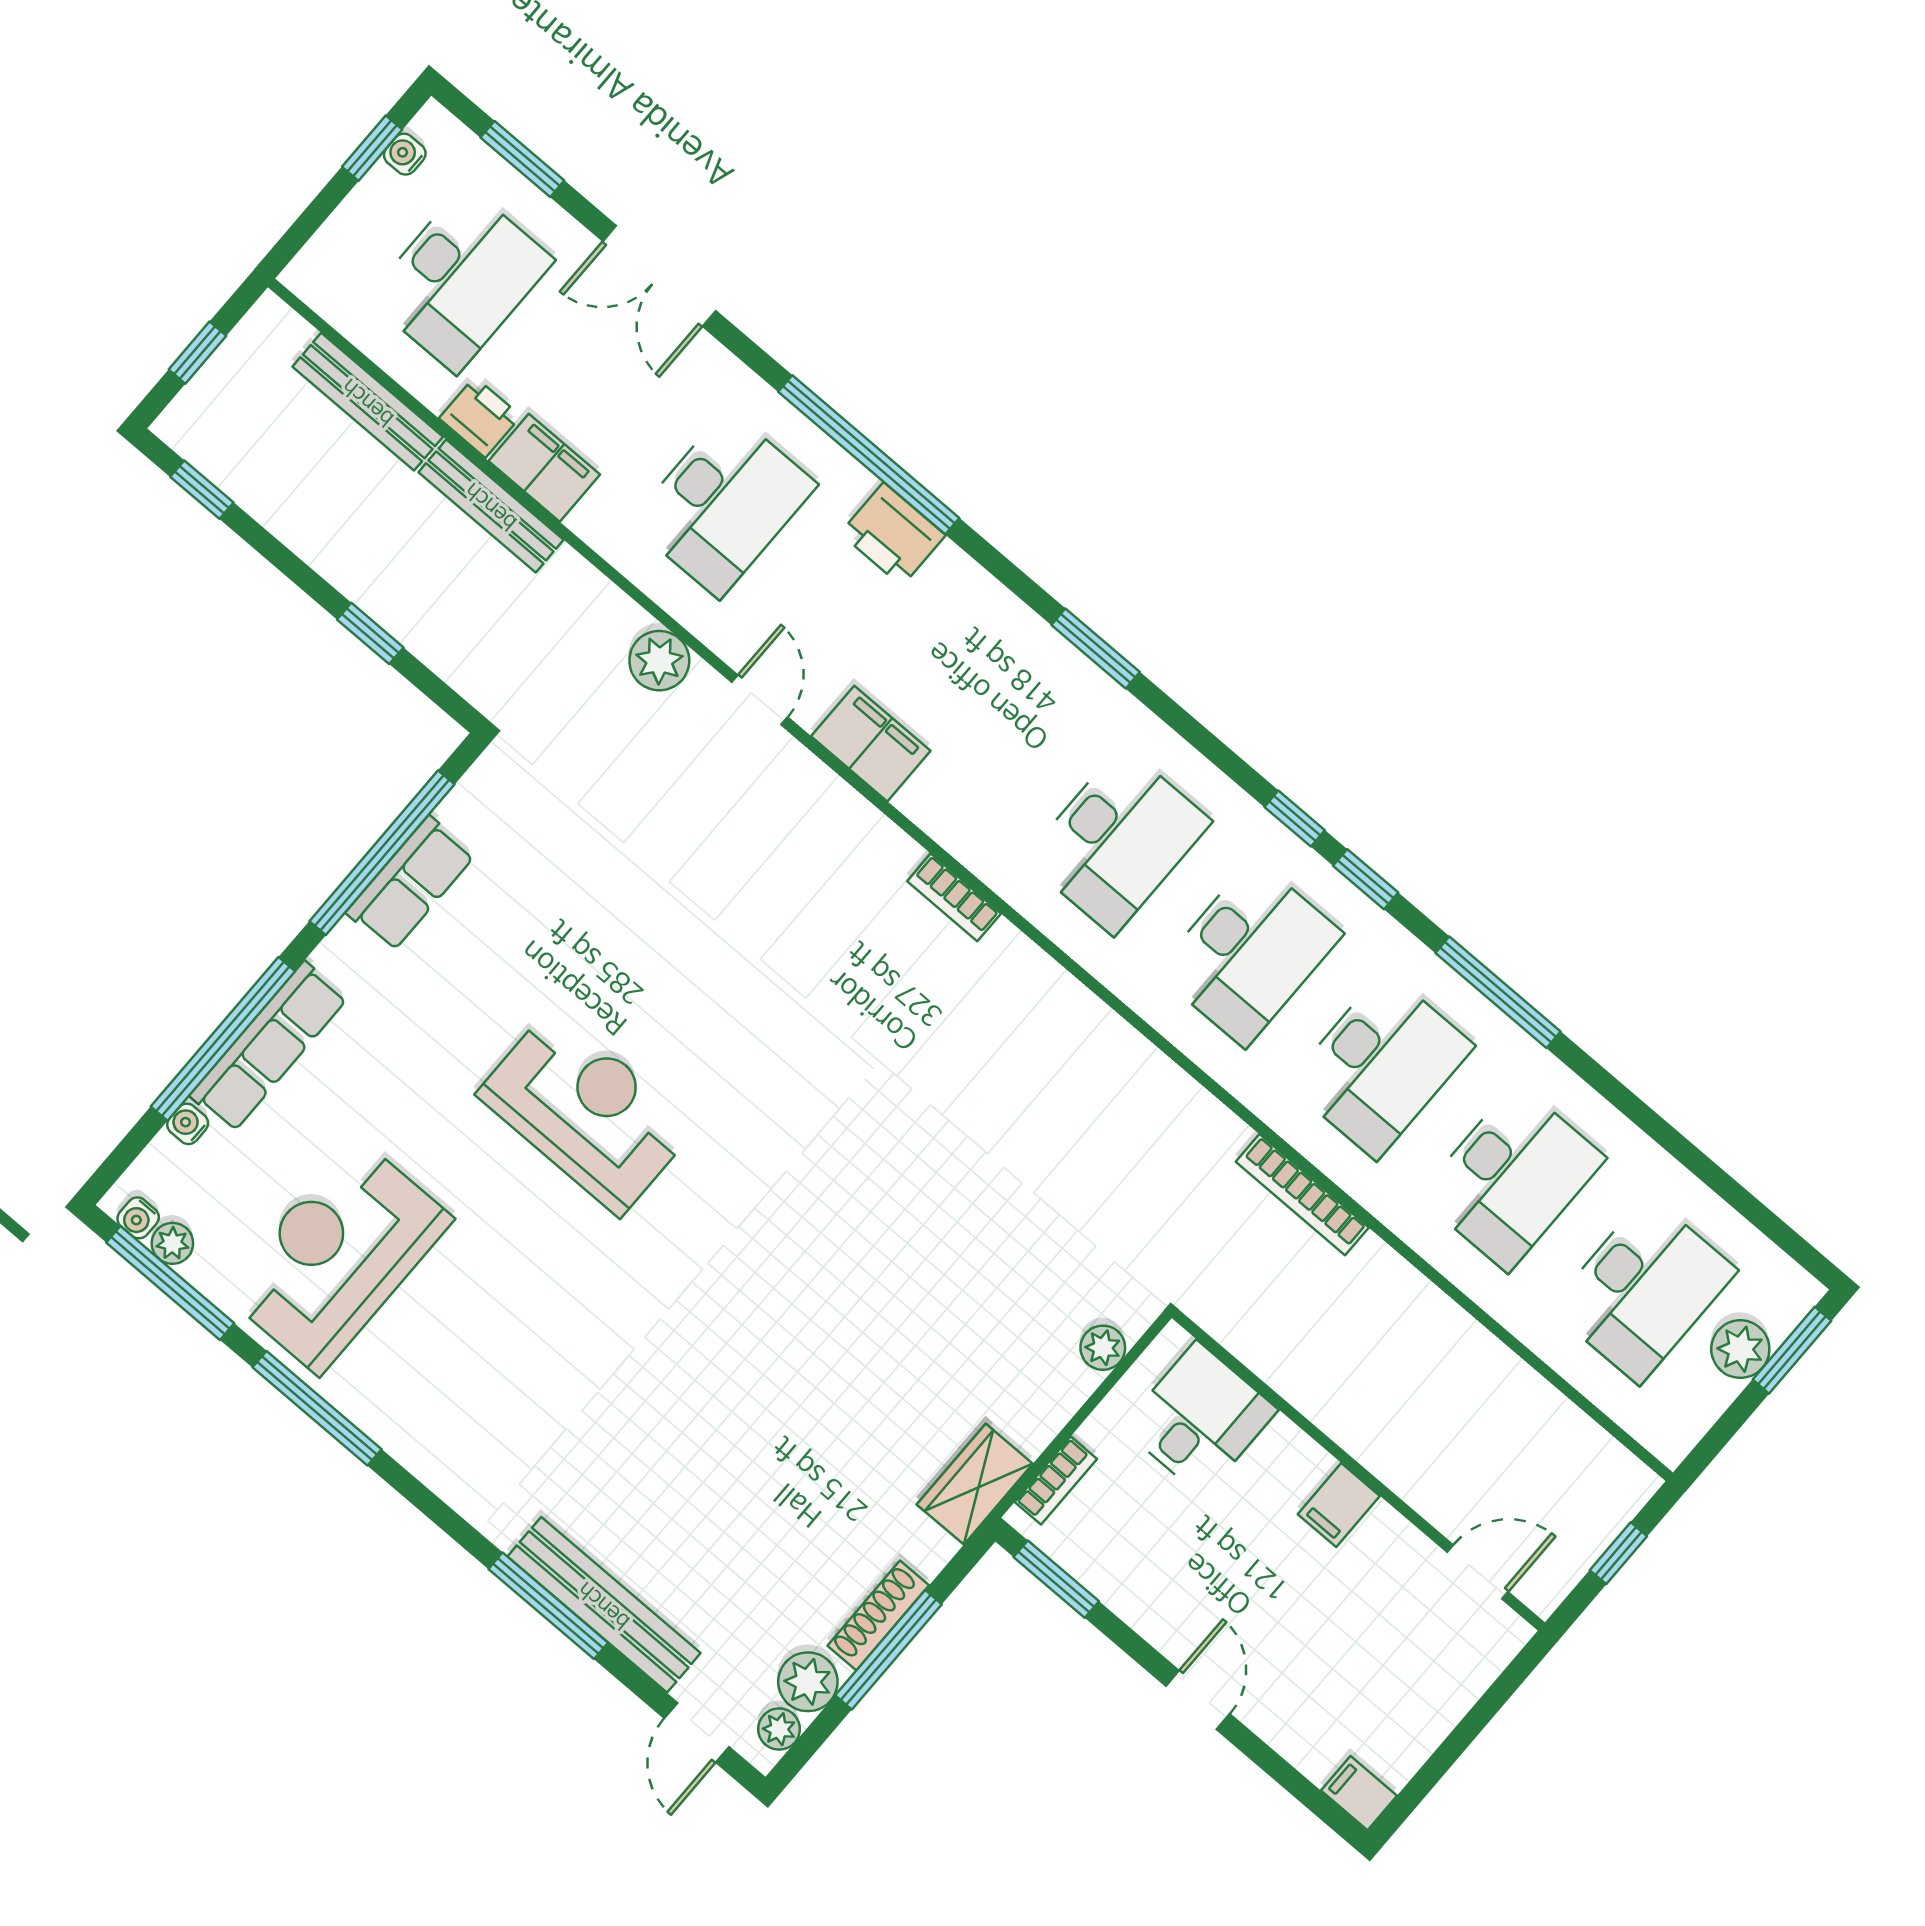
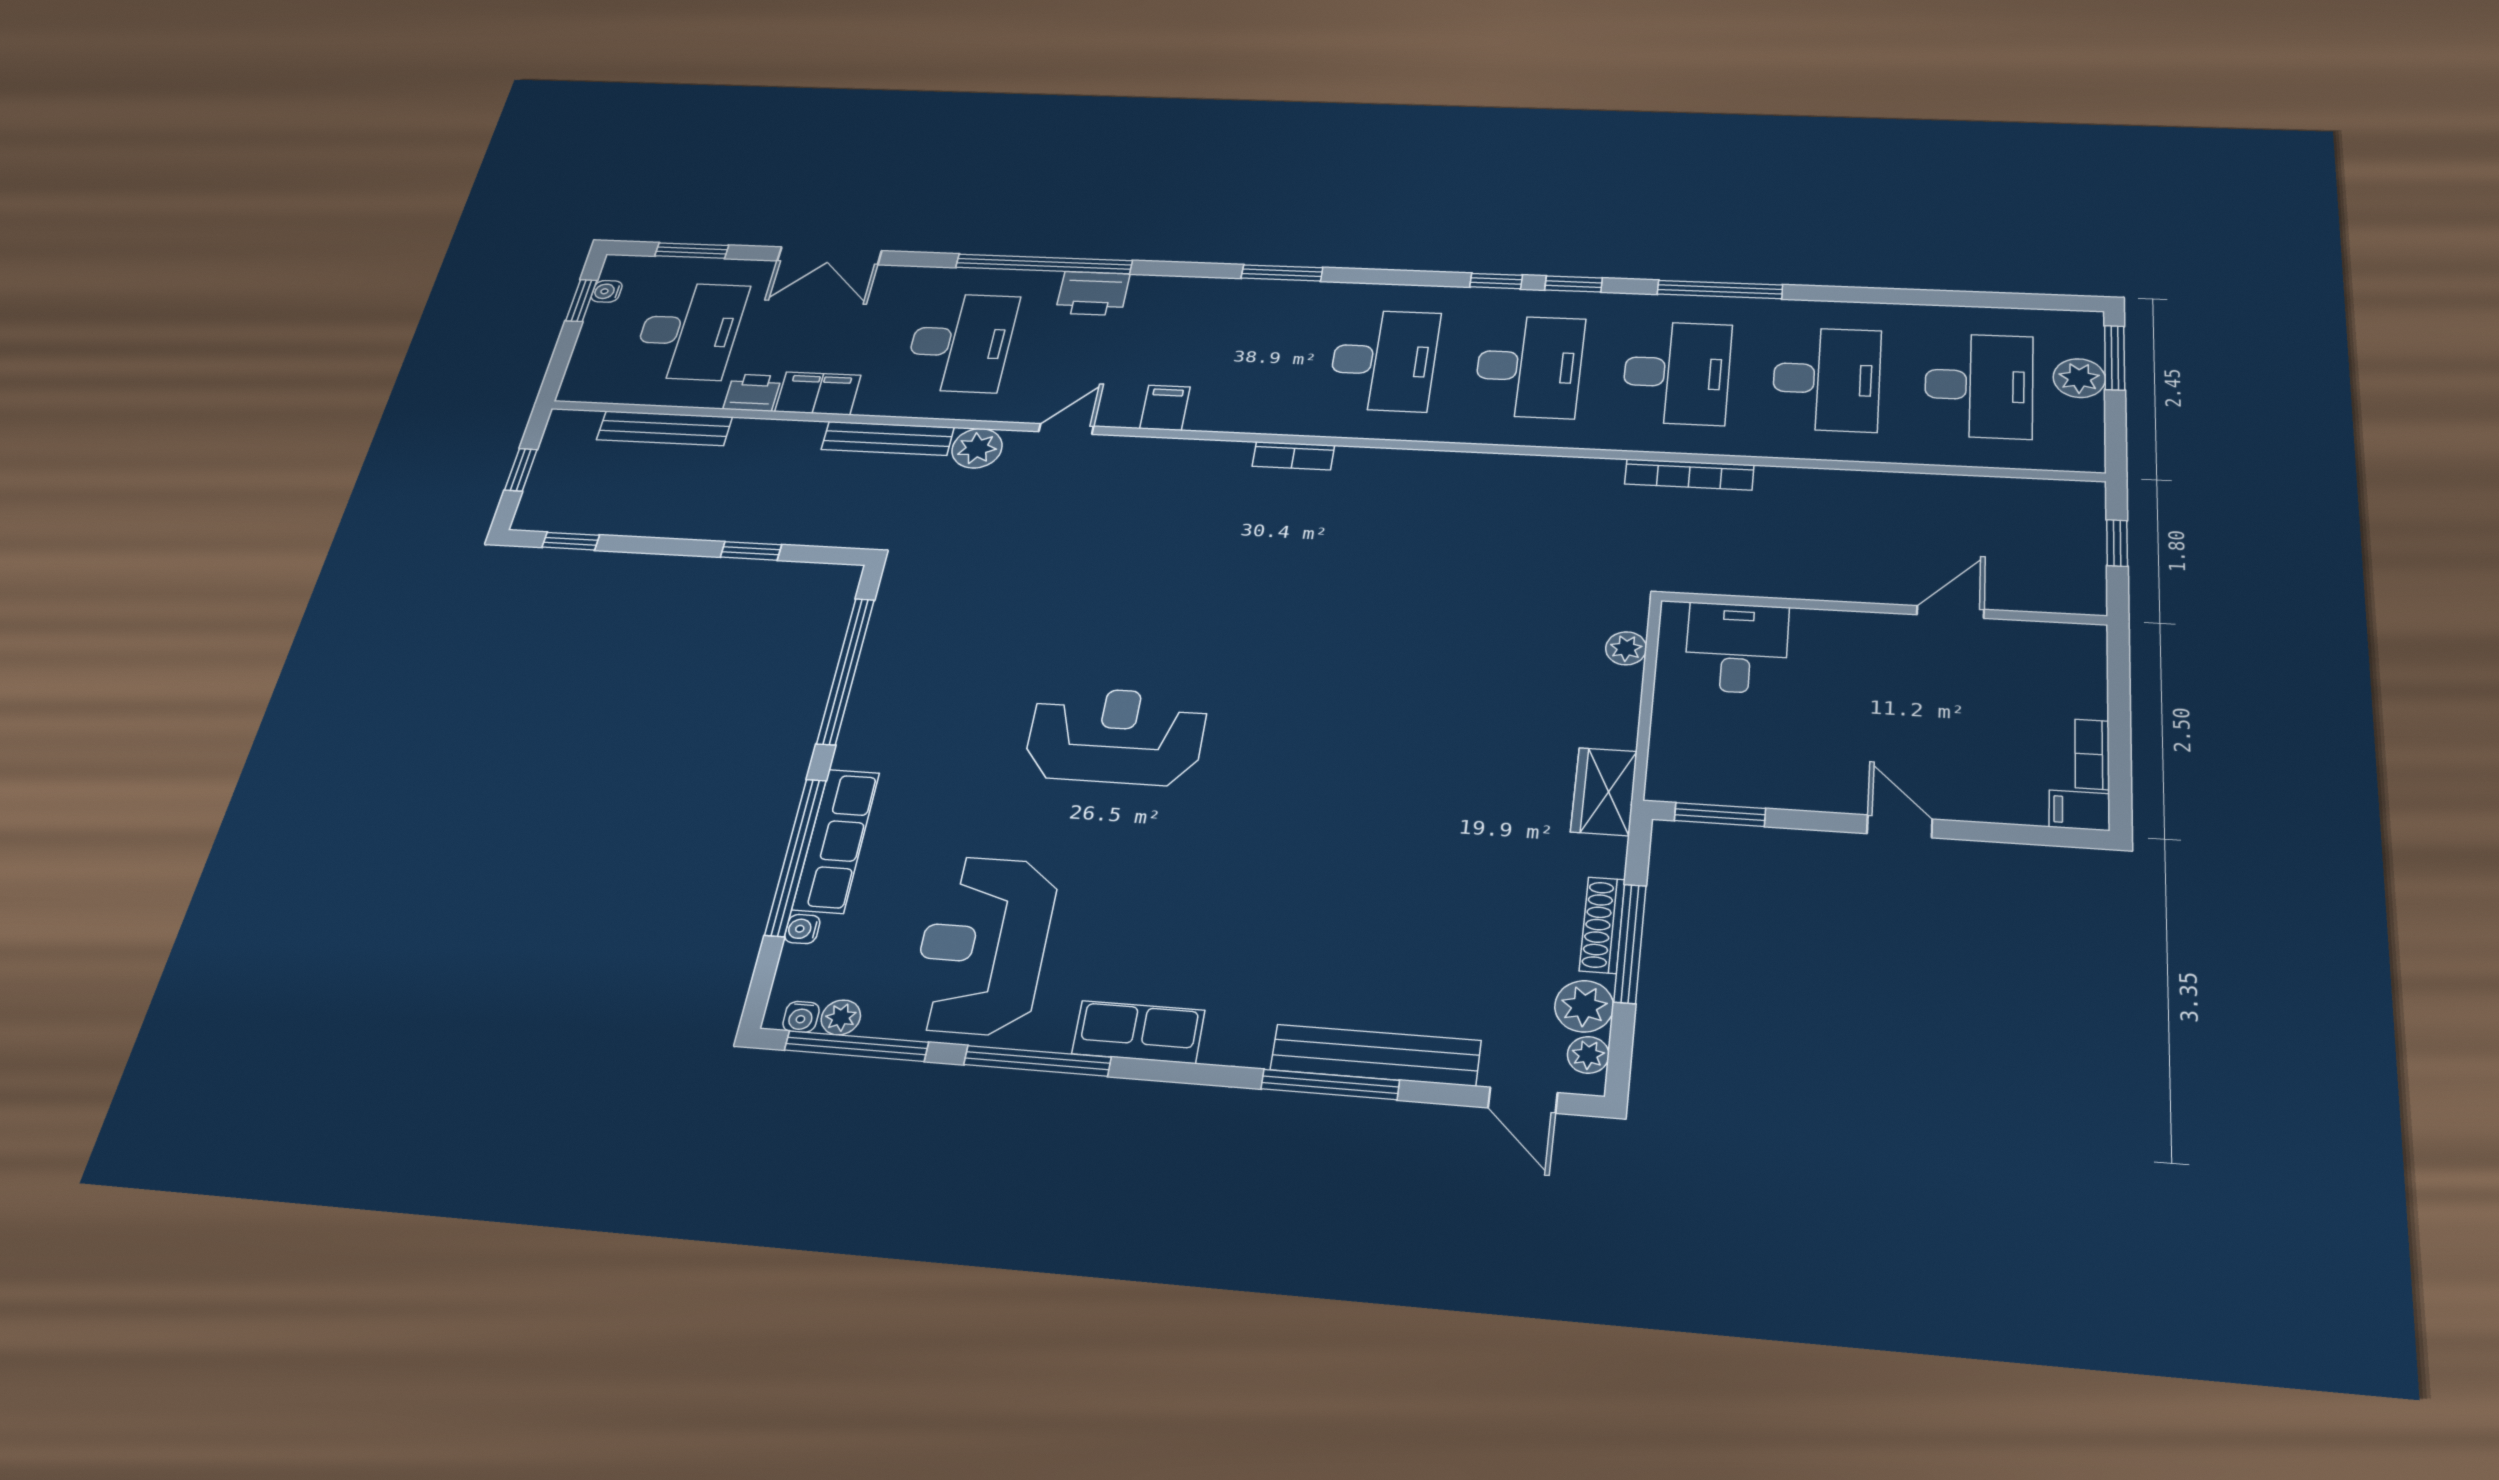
bench: (491, 506) -> (888, 438), moved
door: (760, 700) -> (1066, 429), hinge flipped
filing cabinet: (871, 744) -> (1165, 408), width x0.50
row of seats: (411, 884) -> (1138, 1032), moved, turned -90
bookcase: (1056, 1480) -> (2092, 754), moved, turned 180
filing cabinet: (1339, 1505) -> (1888, 638), removed
door: (1478, 1572) -> (1950, 612), moved

